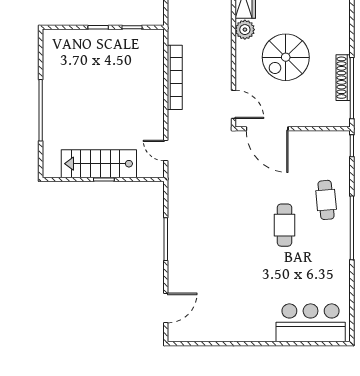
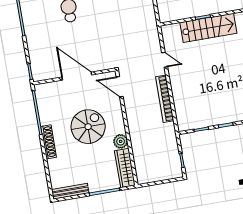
shoe rack: (343, 78) -> (49, 142), moved
door: (267, 129) -> (77, 76), moved
door: (166, 150) -> (165, 60), moved
cafe table: (326, 200) -> (42, 30), removed

